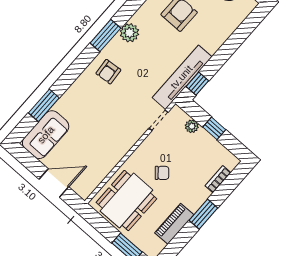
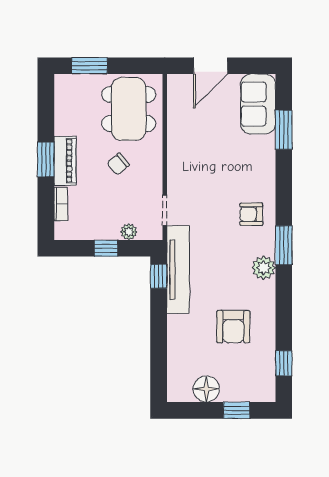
armchair: (108, 72) -> (251, 214), turned -85
piano: (174, 224) -> (65, 161), moved

